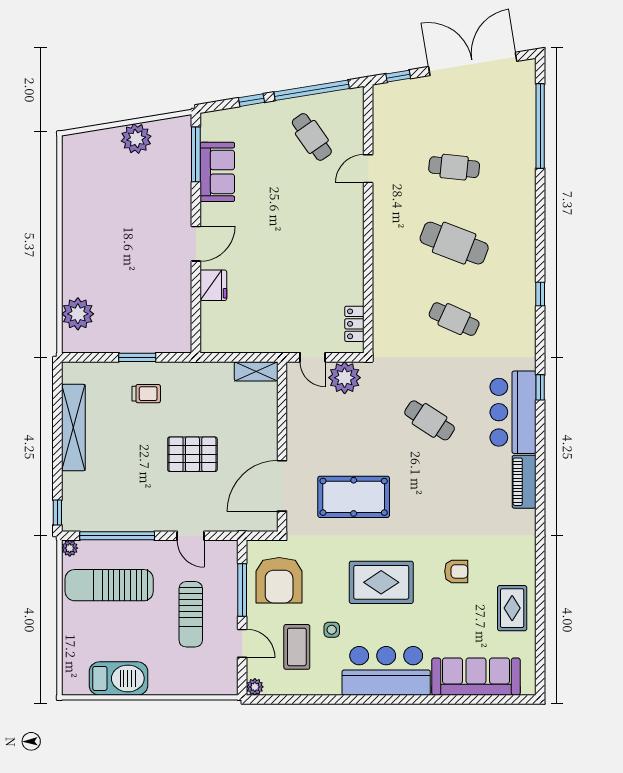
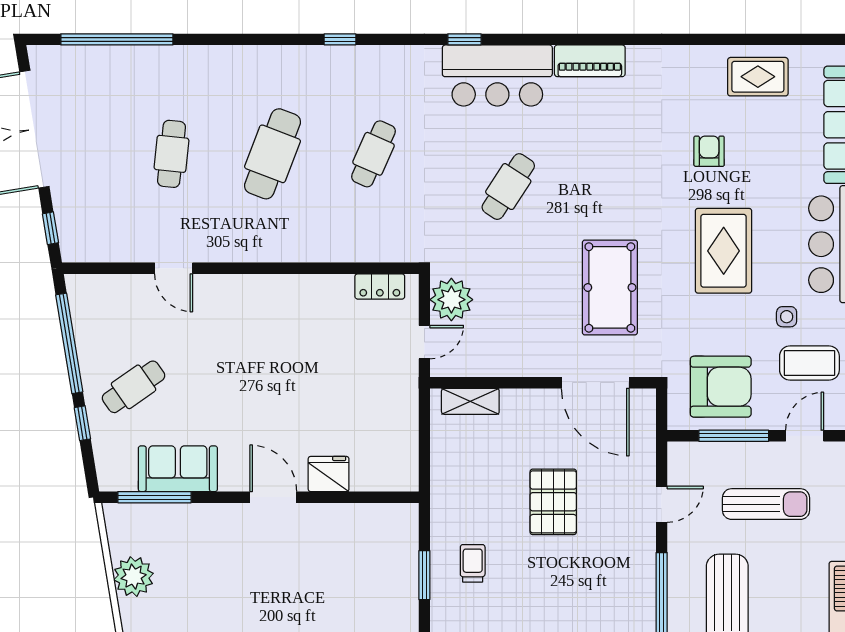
cafe table: (312, 137) -> (134, 387), moved
shelving: (256, 371) -> (470, 401), moved, turned 90

